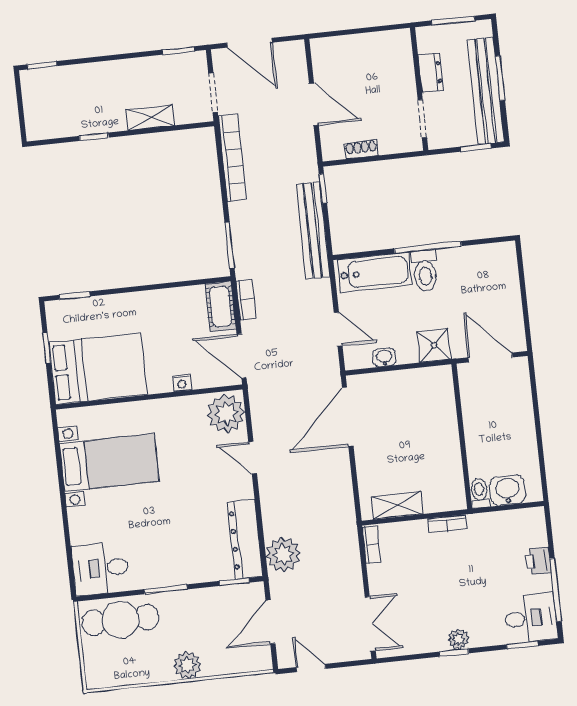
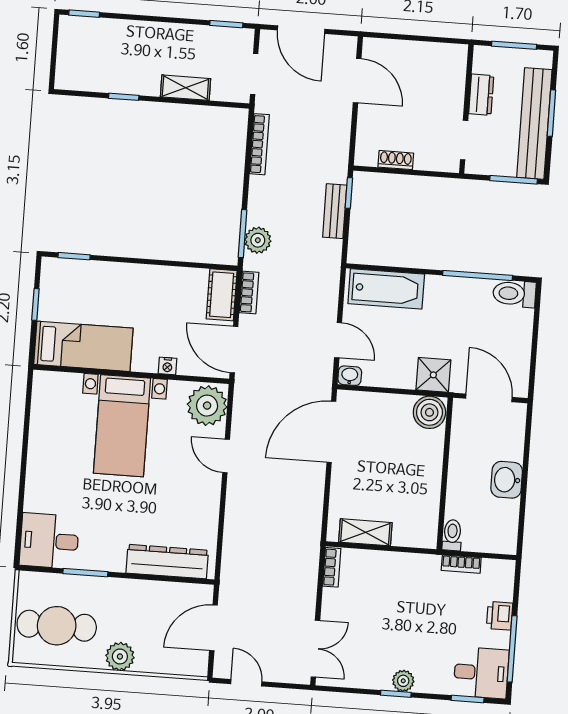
door: (314, 104) -> (357, 81), moved
window: (476, 147) -> (514, 180), width x1.50
bookcase: (232, 158) -> (259, 144), width x0.68, depth x0.76
bench: (313, 230) -> (335, 211), width x0.54, depth x0.82
window: (428, 247) -> (478, 275), moved
toilet: (425, 271) -> (514, 294), moved, turned 90
washbasin: (384, 357) -> (350, 376), moved
bed: (98, 369) -> (83, 346), width x0.67
boiler: (437, 381) -> (429, 412), added
bed with nightstands: (109, 462) -> (122, 426), moved, turned 90
washbasin: (508, 490) -> (507, 480), moved, turned -90
bookcase: (447, 524) -> (461, 564), moved
dresser: (245, 539) -> (167, 562), moved, turned 90
plant: (283, 555) -> (258, 240), moved, width x0.73, depth x0.73
window: (234, 582) -> (184, 580), removed
window: (166, 589) -> (85, 573), moved
cafe table: (120, 620) -> (57, 626), moved

